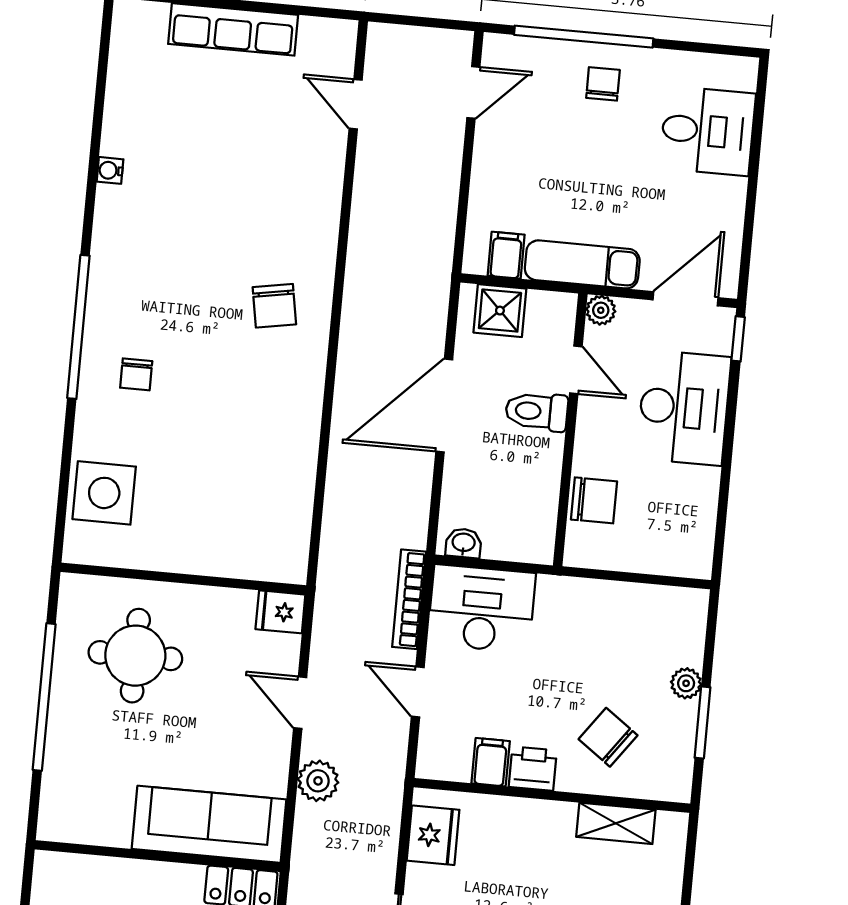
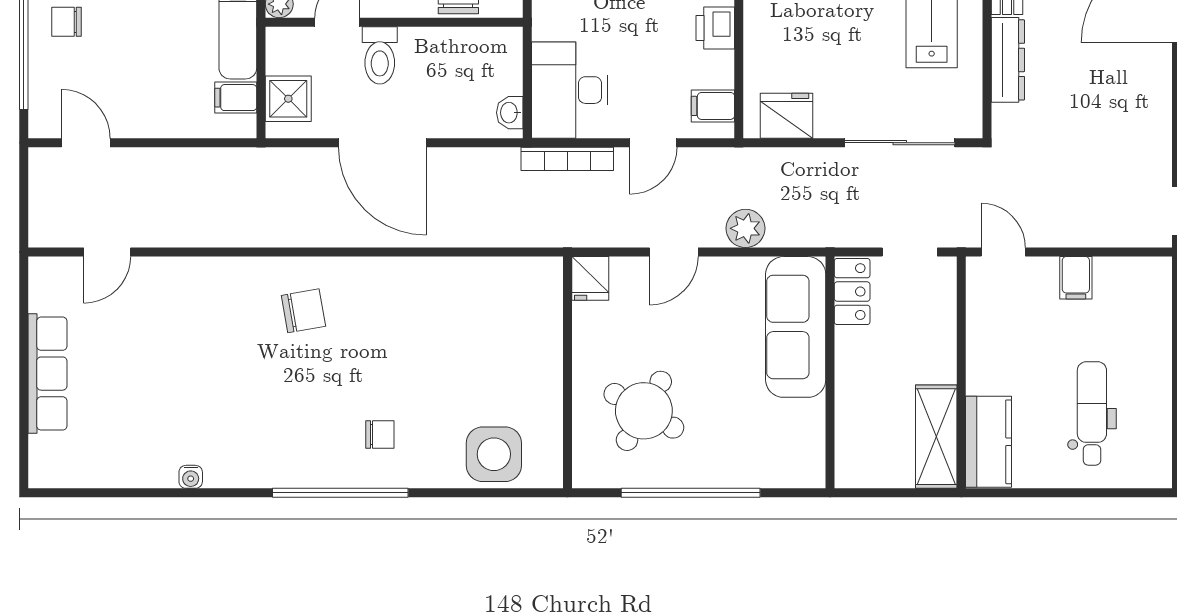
round table: (135, 656) -> (644, 411), turned 30
filing cabinet: (491, 762) -> (713, 106), moved

